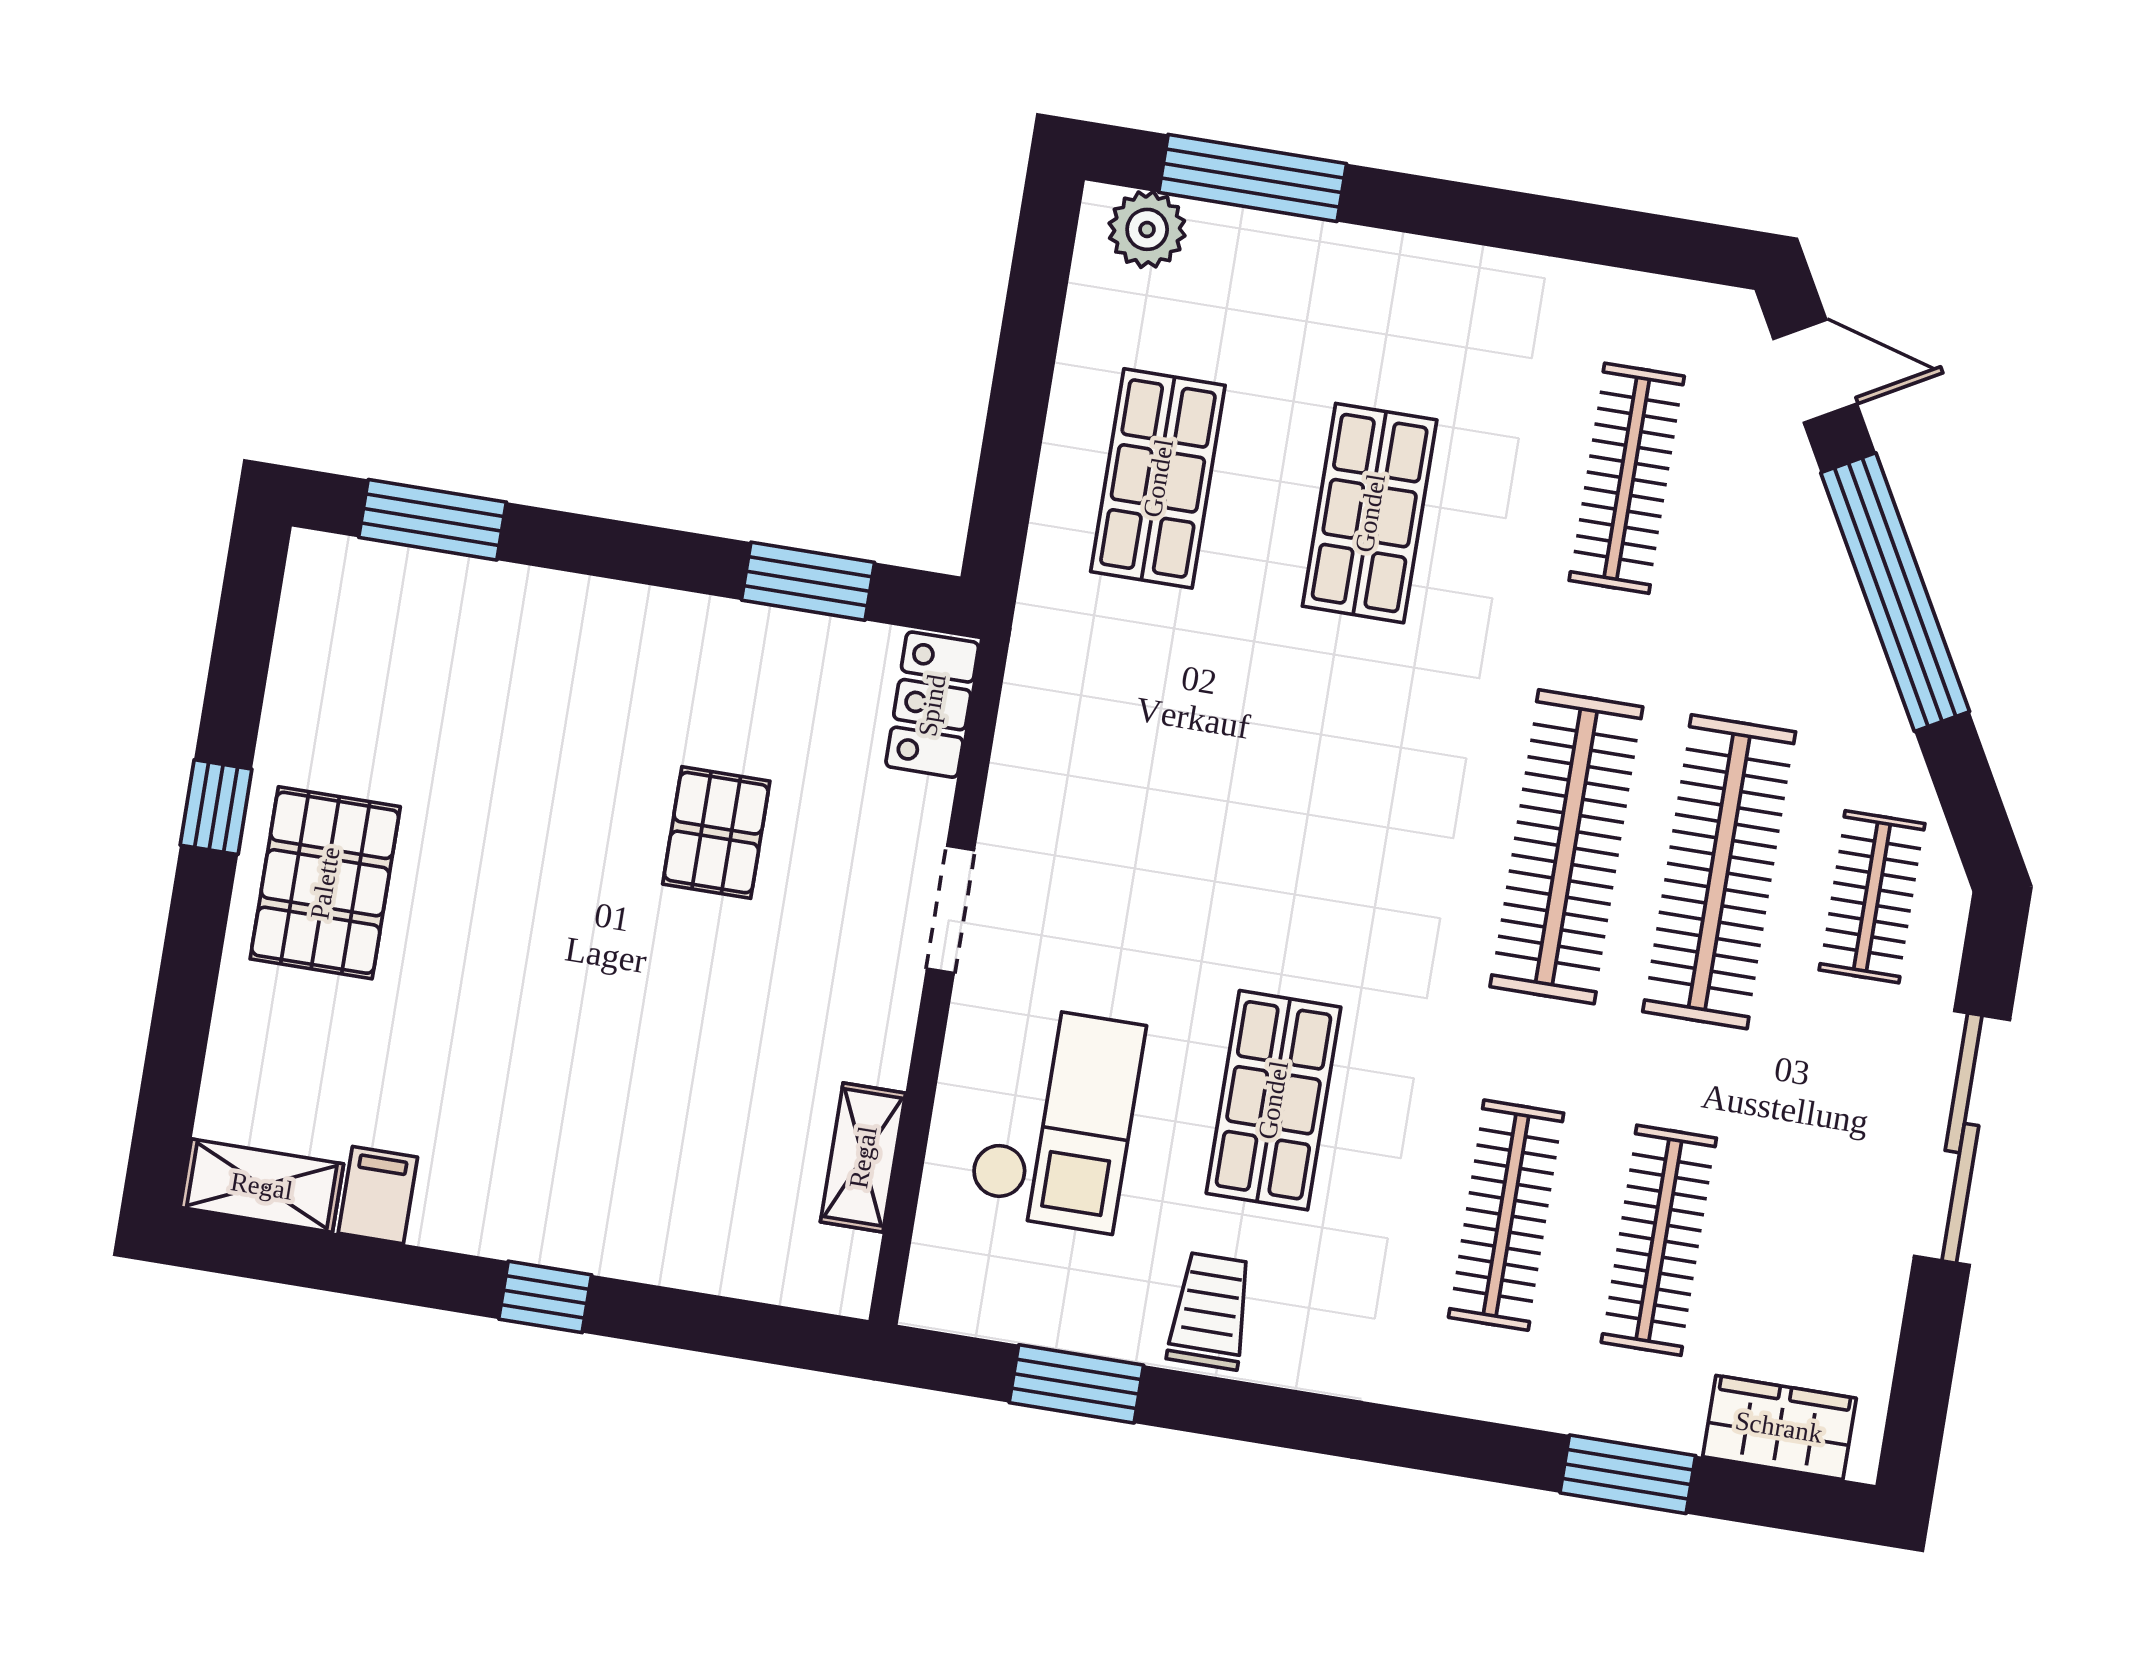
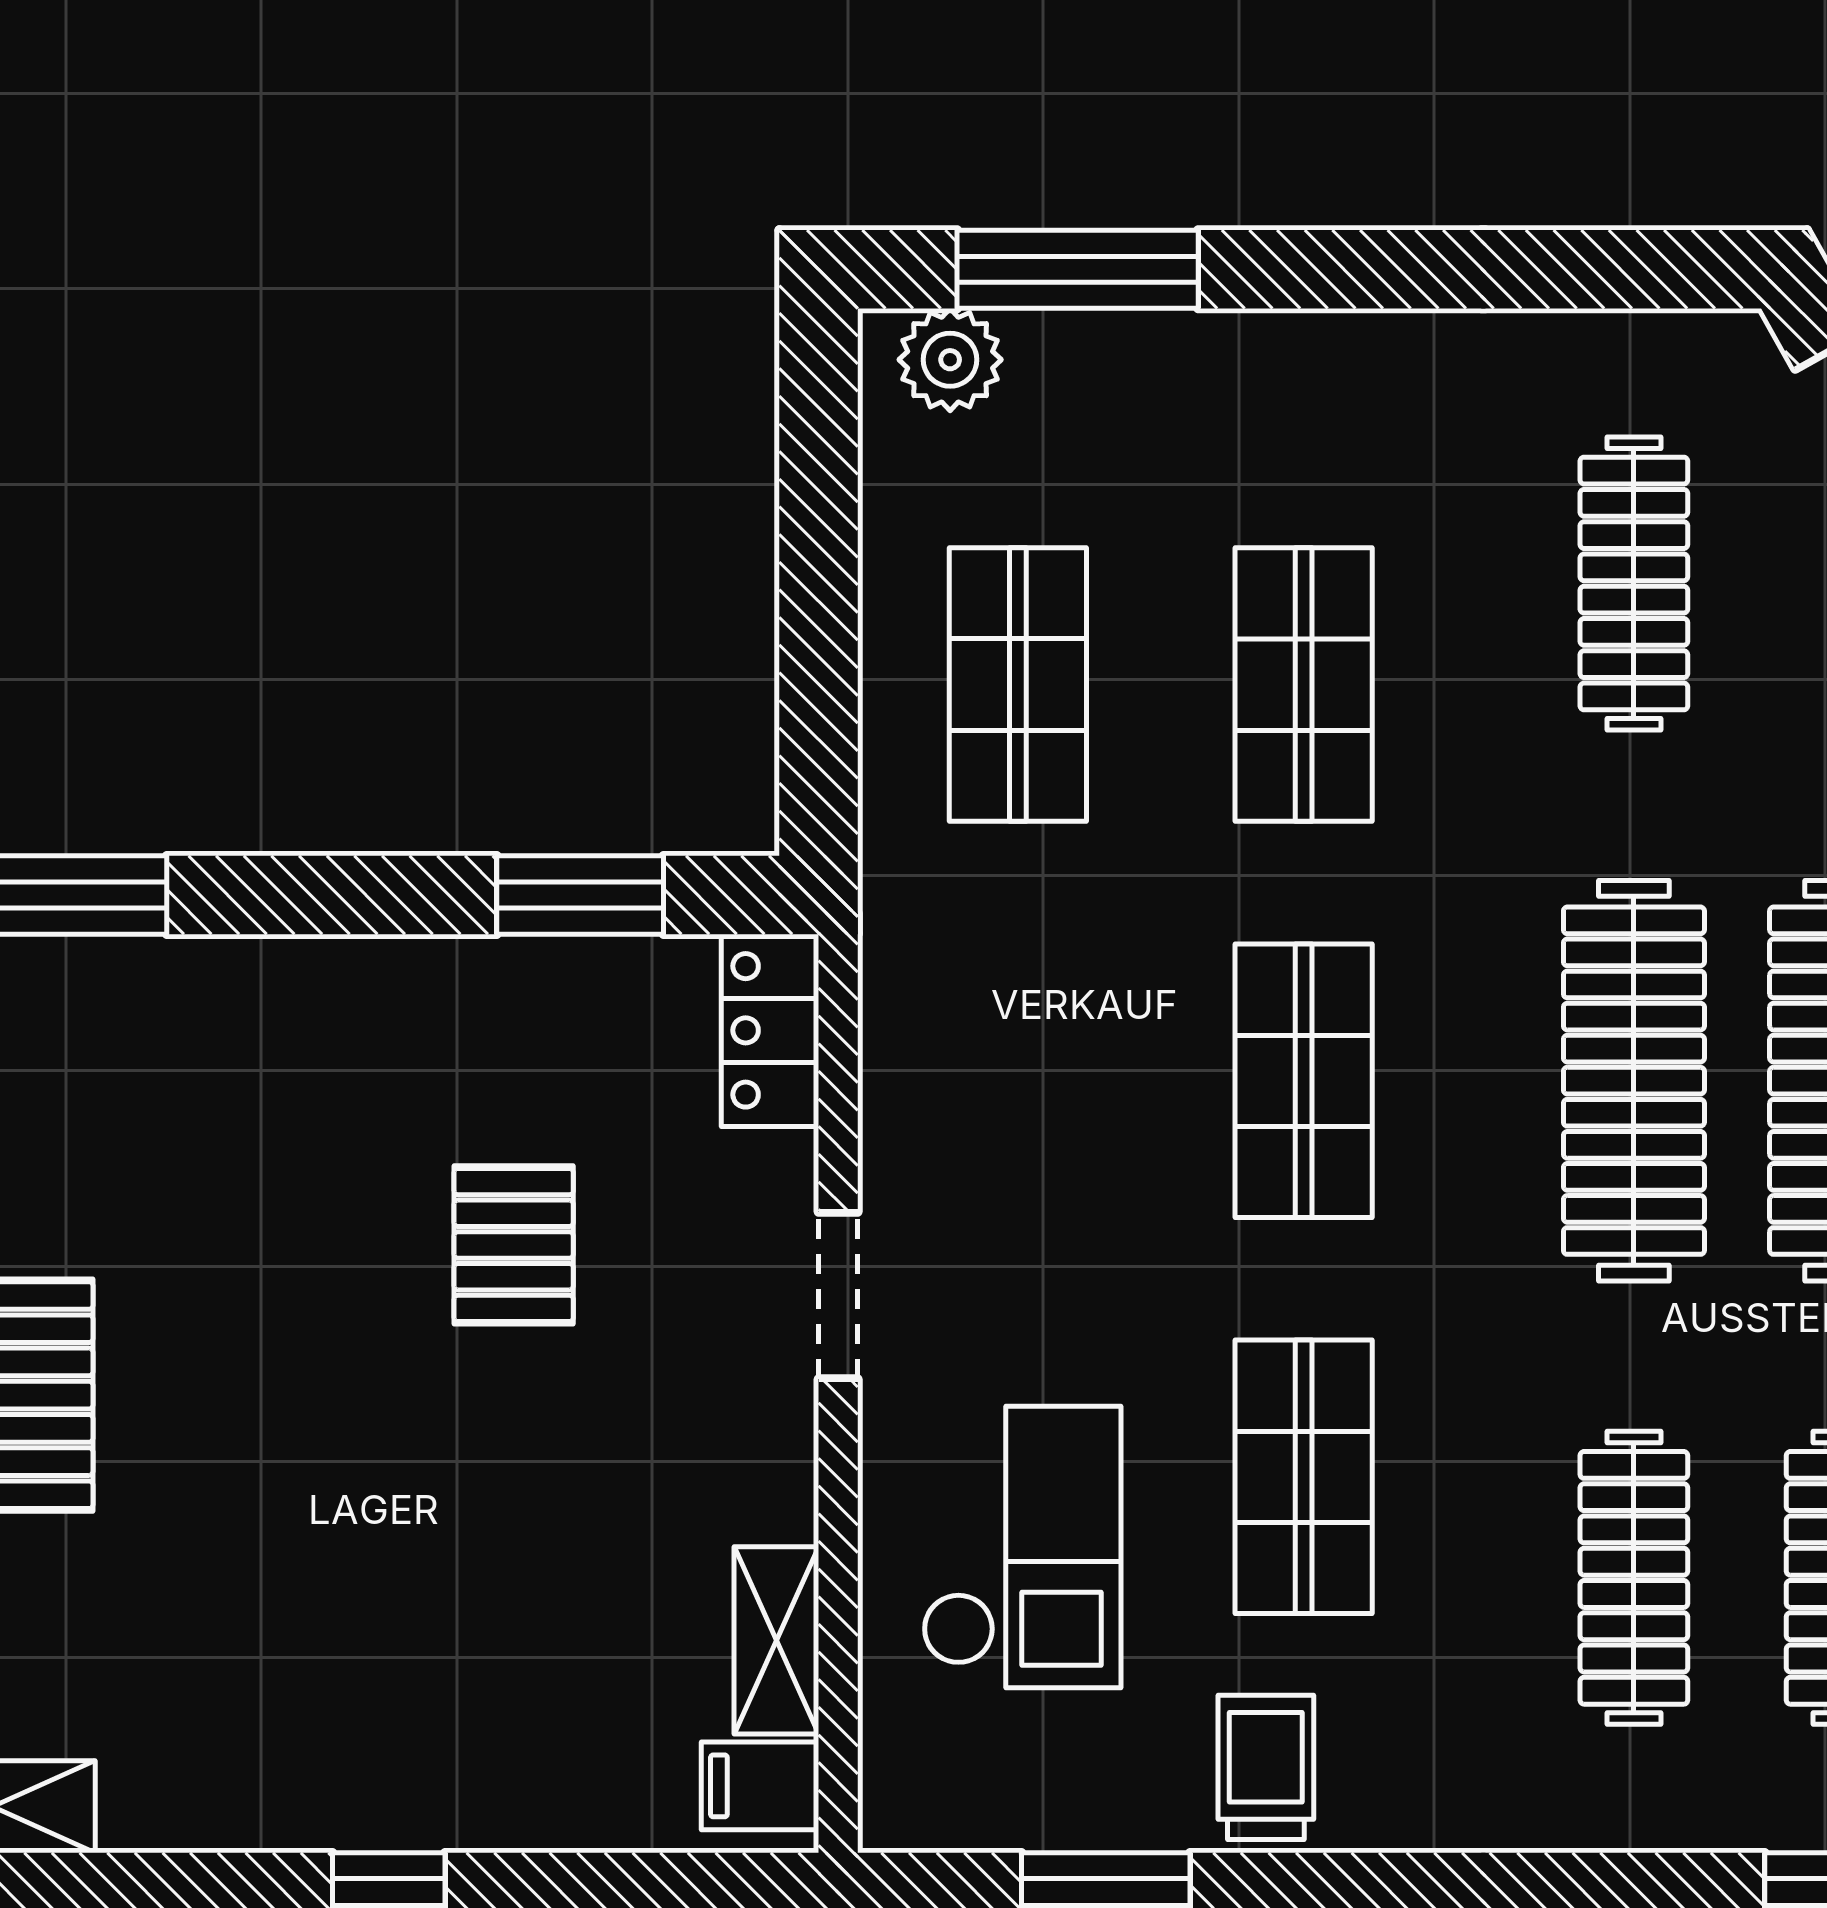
shop shelf: (1322, 807) -> (1304, 1081), added
filing cabinet: (378, 1195) -> (760, 1786), moved, turned -90

